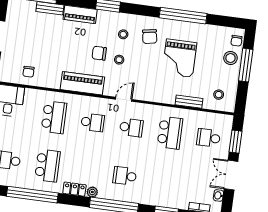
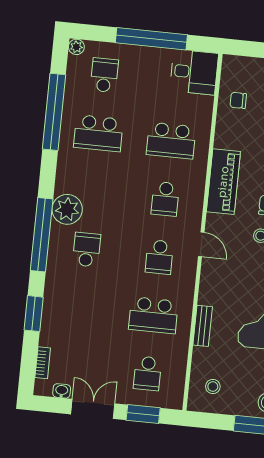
bench: (189, 102) -> (203, 326), moved
school desk: (209, 138) -> (148, 373), turned 180
locker: (74, 189) -> (64, 175), removed
plant: (92, 192) -> (67, 209), width x1.88, depth x1.88

